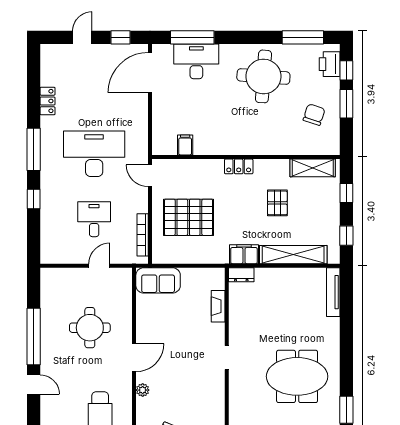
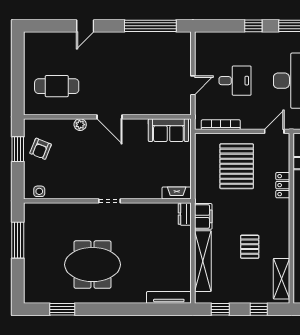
locker: (239, 166) -> (283, 185), moved
pallet: (277, 203) -> (250, 247), turned 90
door: (99, 266) -> (193, 85), hinge flipped
sofa: (158, 280) -> (168, 130), moved, turned -90
fireplace: (218, 306) -> (177, 193), moved
round table: (90, 328) -> (137, 77), removed
window: (34, 337) -> (150, 26), moved
meeting table: (297, 376) -> (92, 265), turned 90

